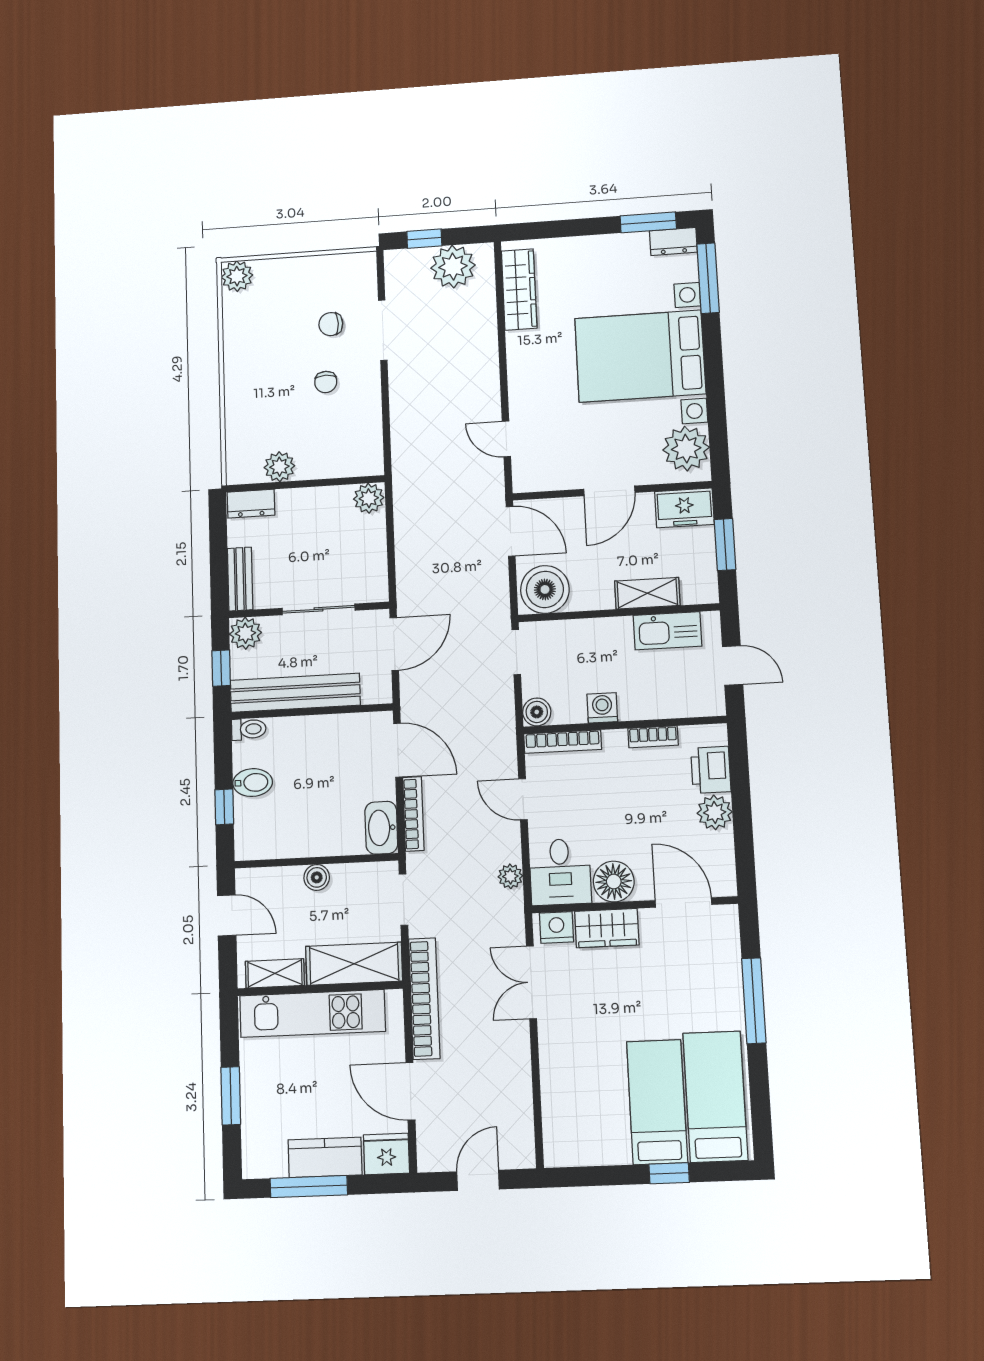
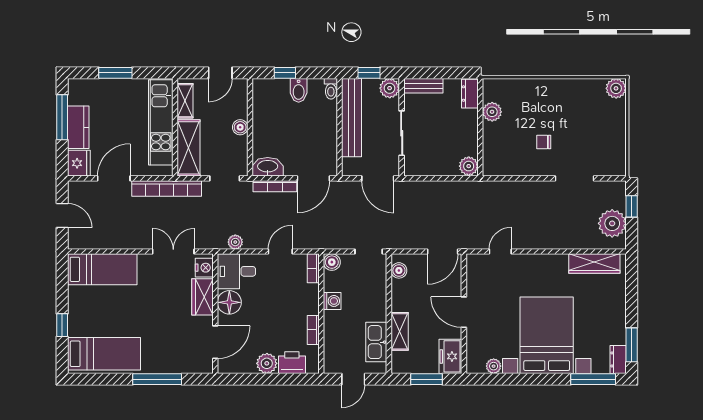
chair: (331, 324) -> (581, 146), removed
plant: (686, 449) -> (494, 366), width x0.53, depth x0.53
boiler: (545, 589) -> (399, 270), width x0.54, depth x0.54
bookcase: (563, 742) -> (313, 268), width x0.64
bed: (657, 1102) -> (102, 269), moved

